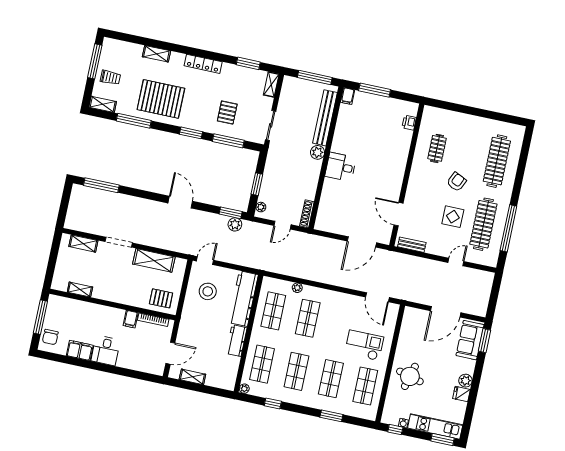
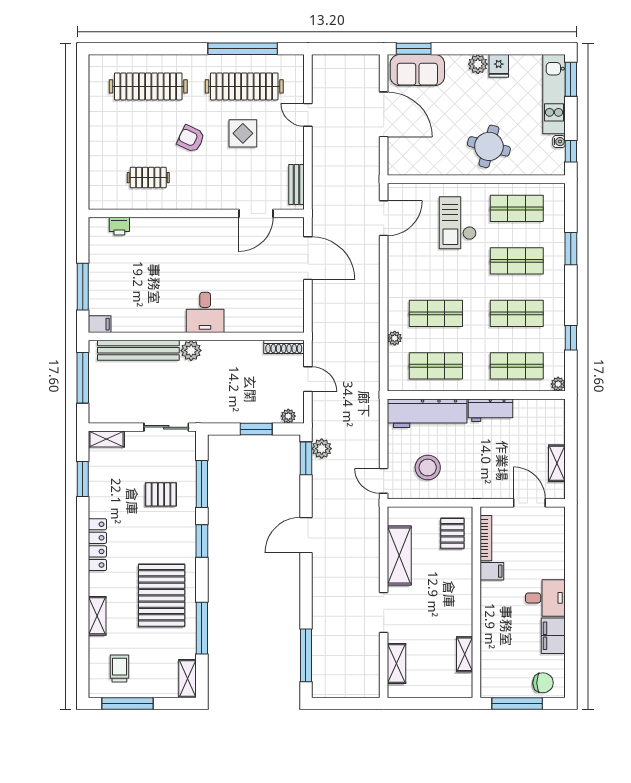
trolley: (110, 77) -> (119, 669), moved

